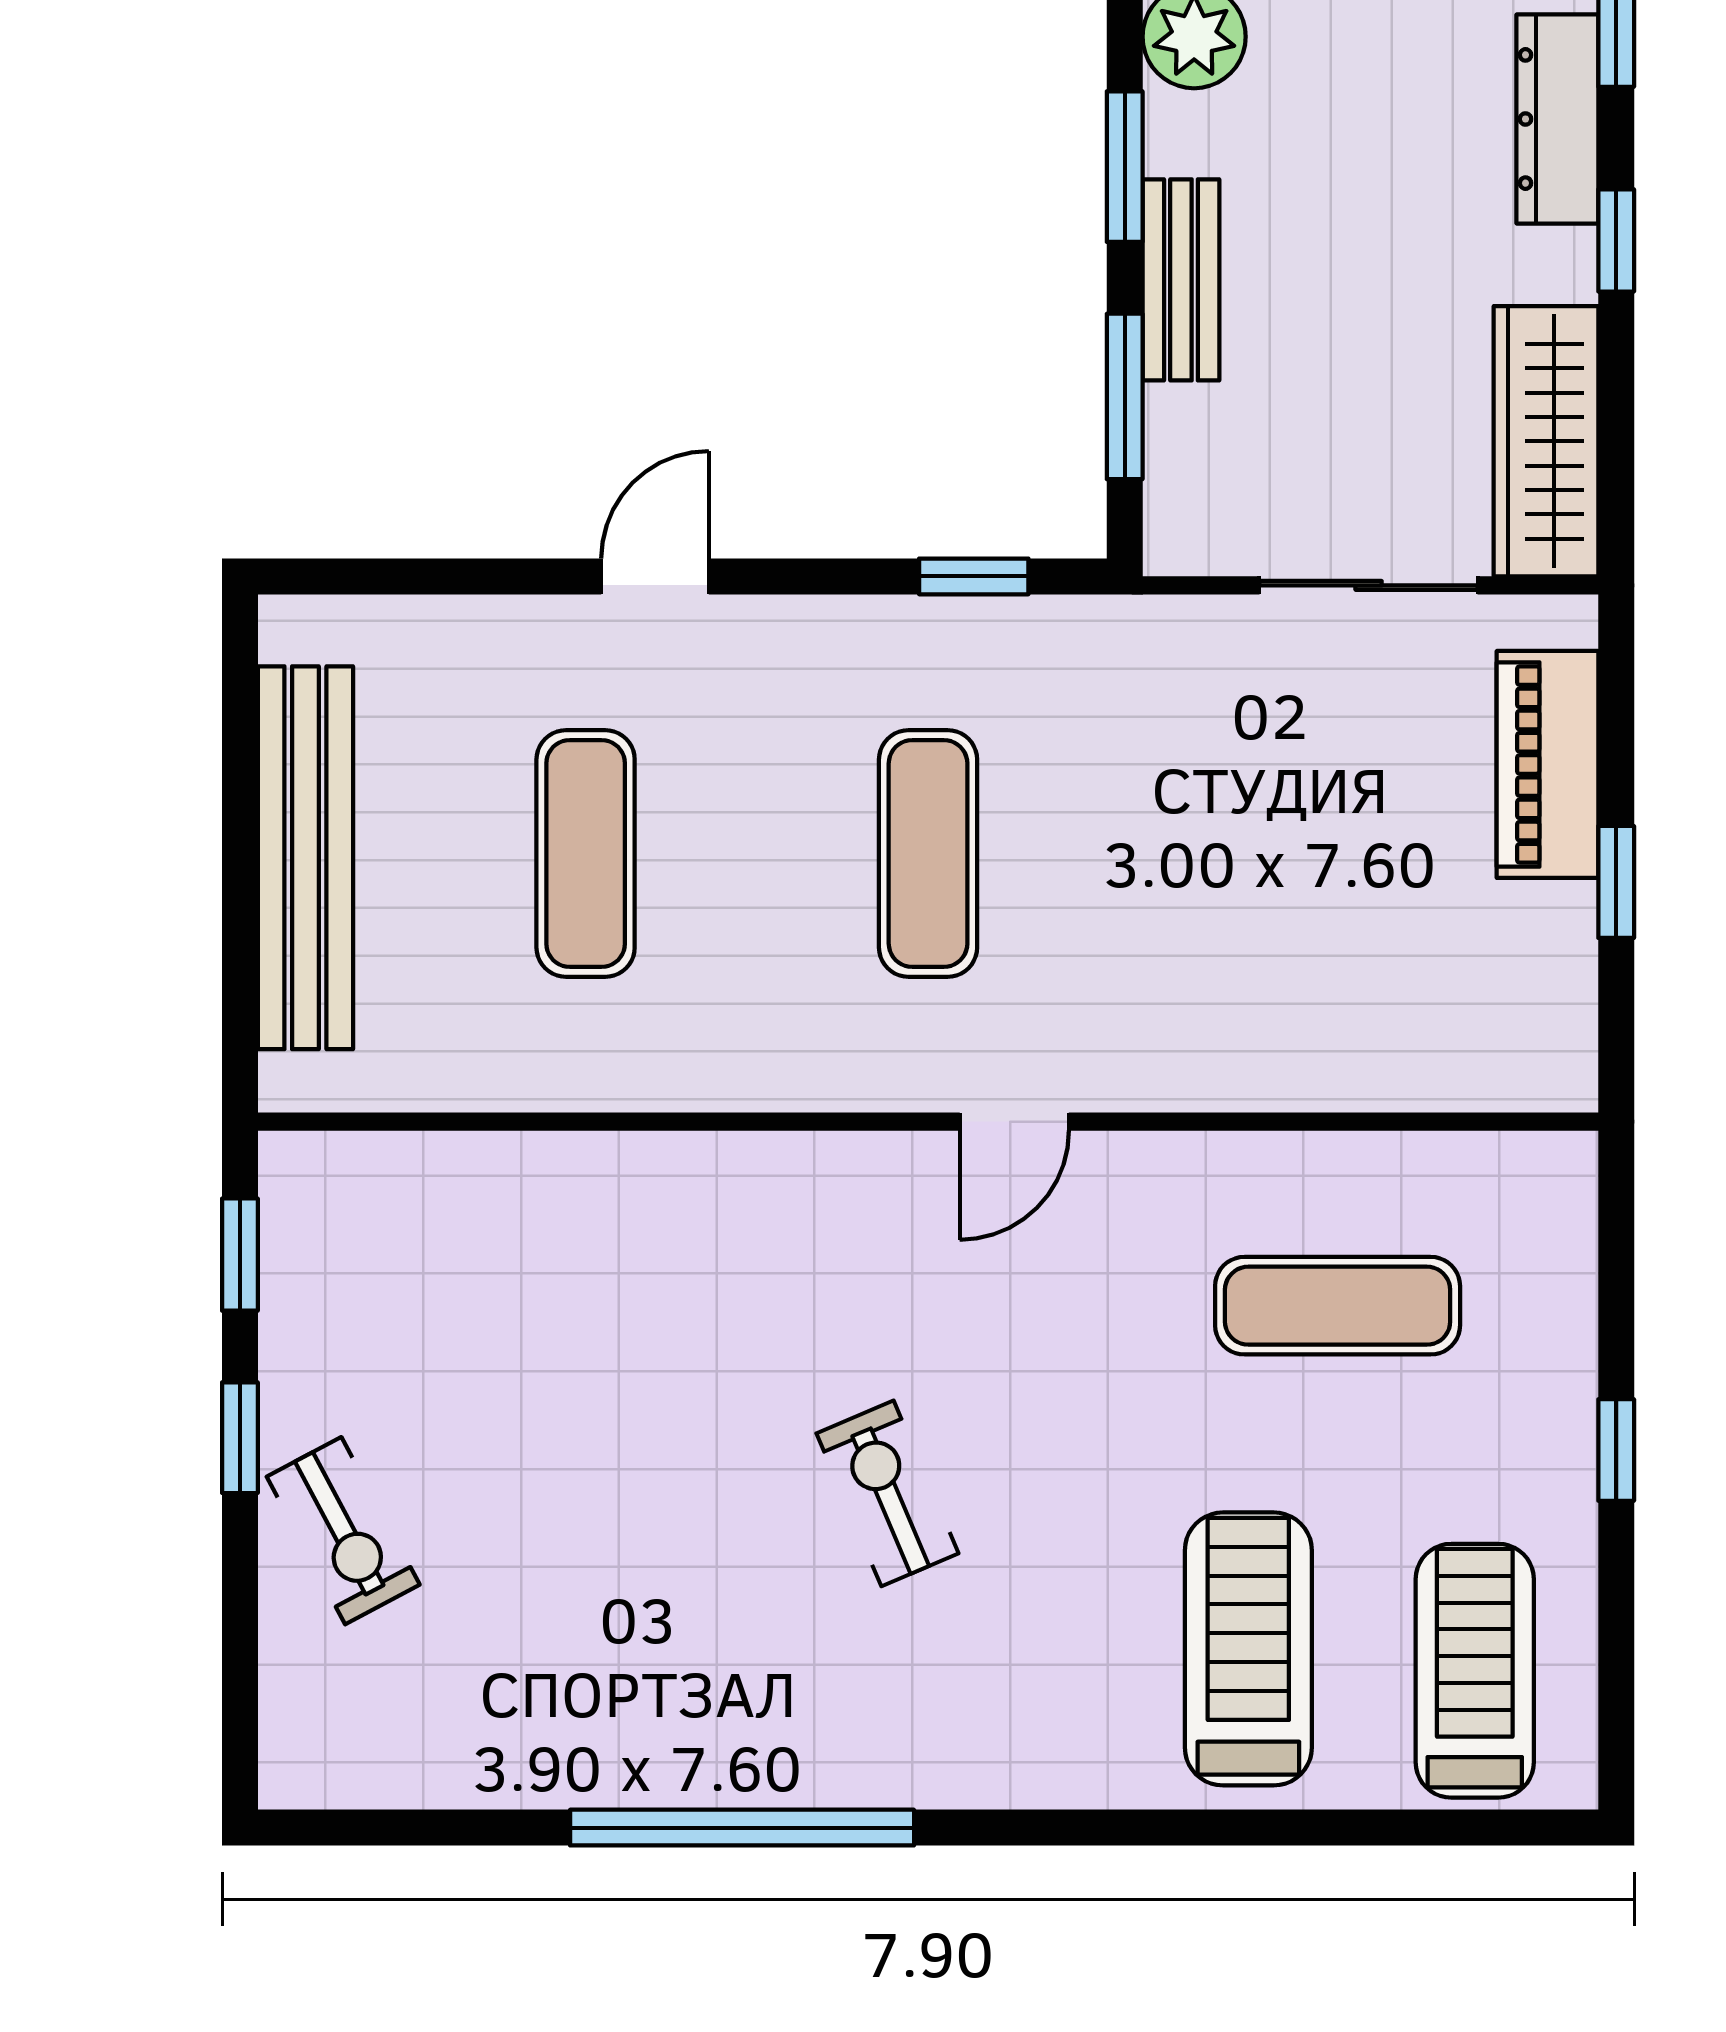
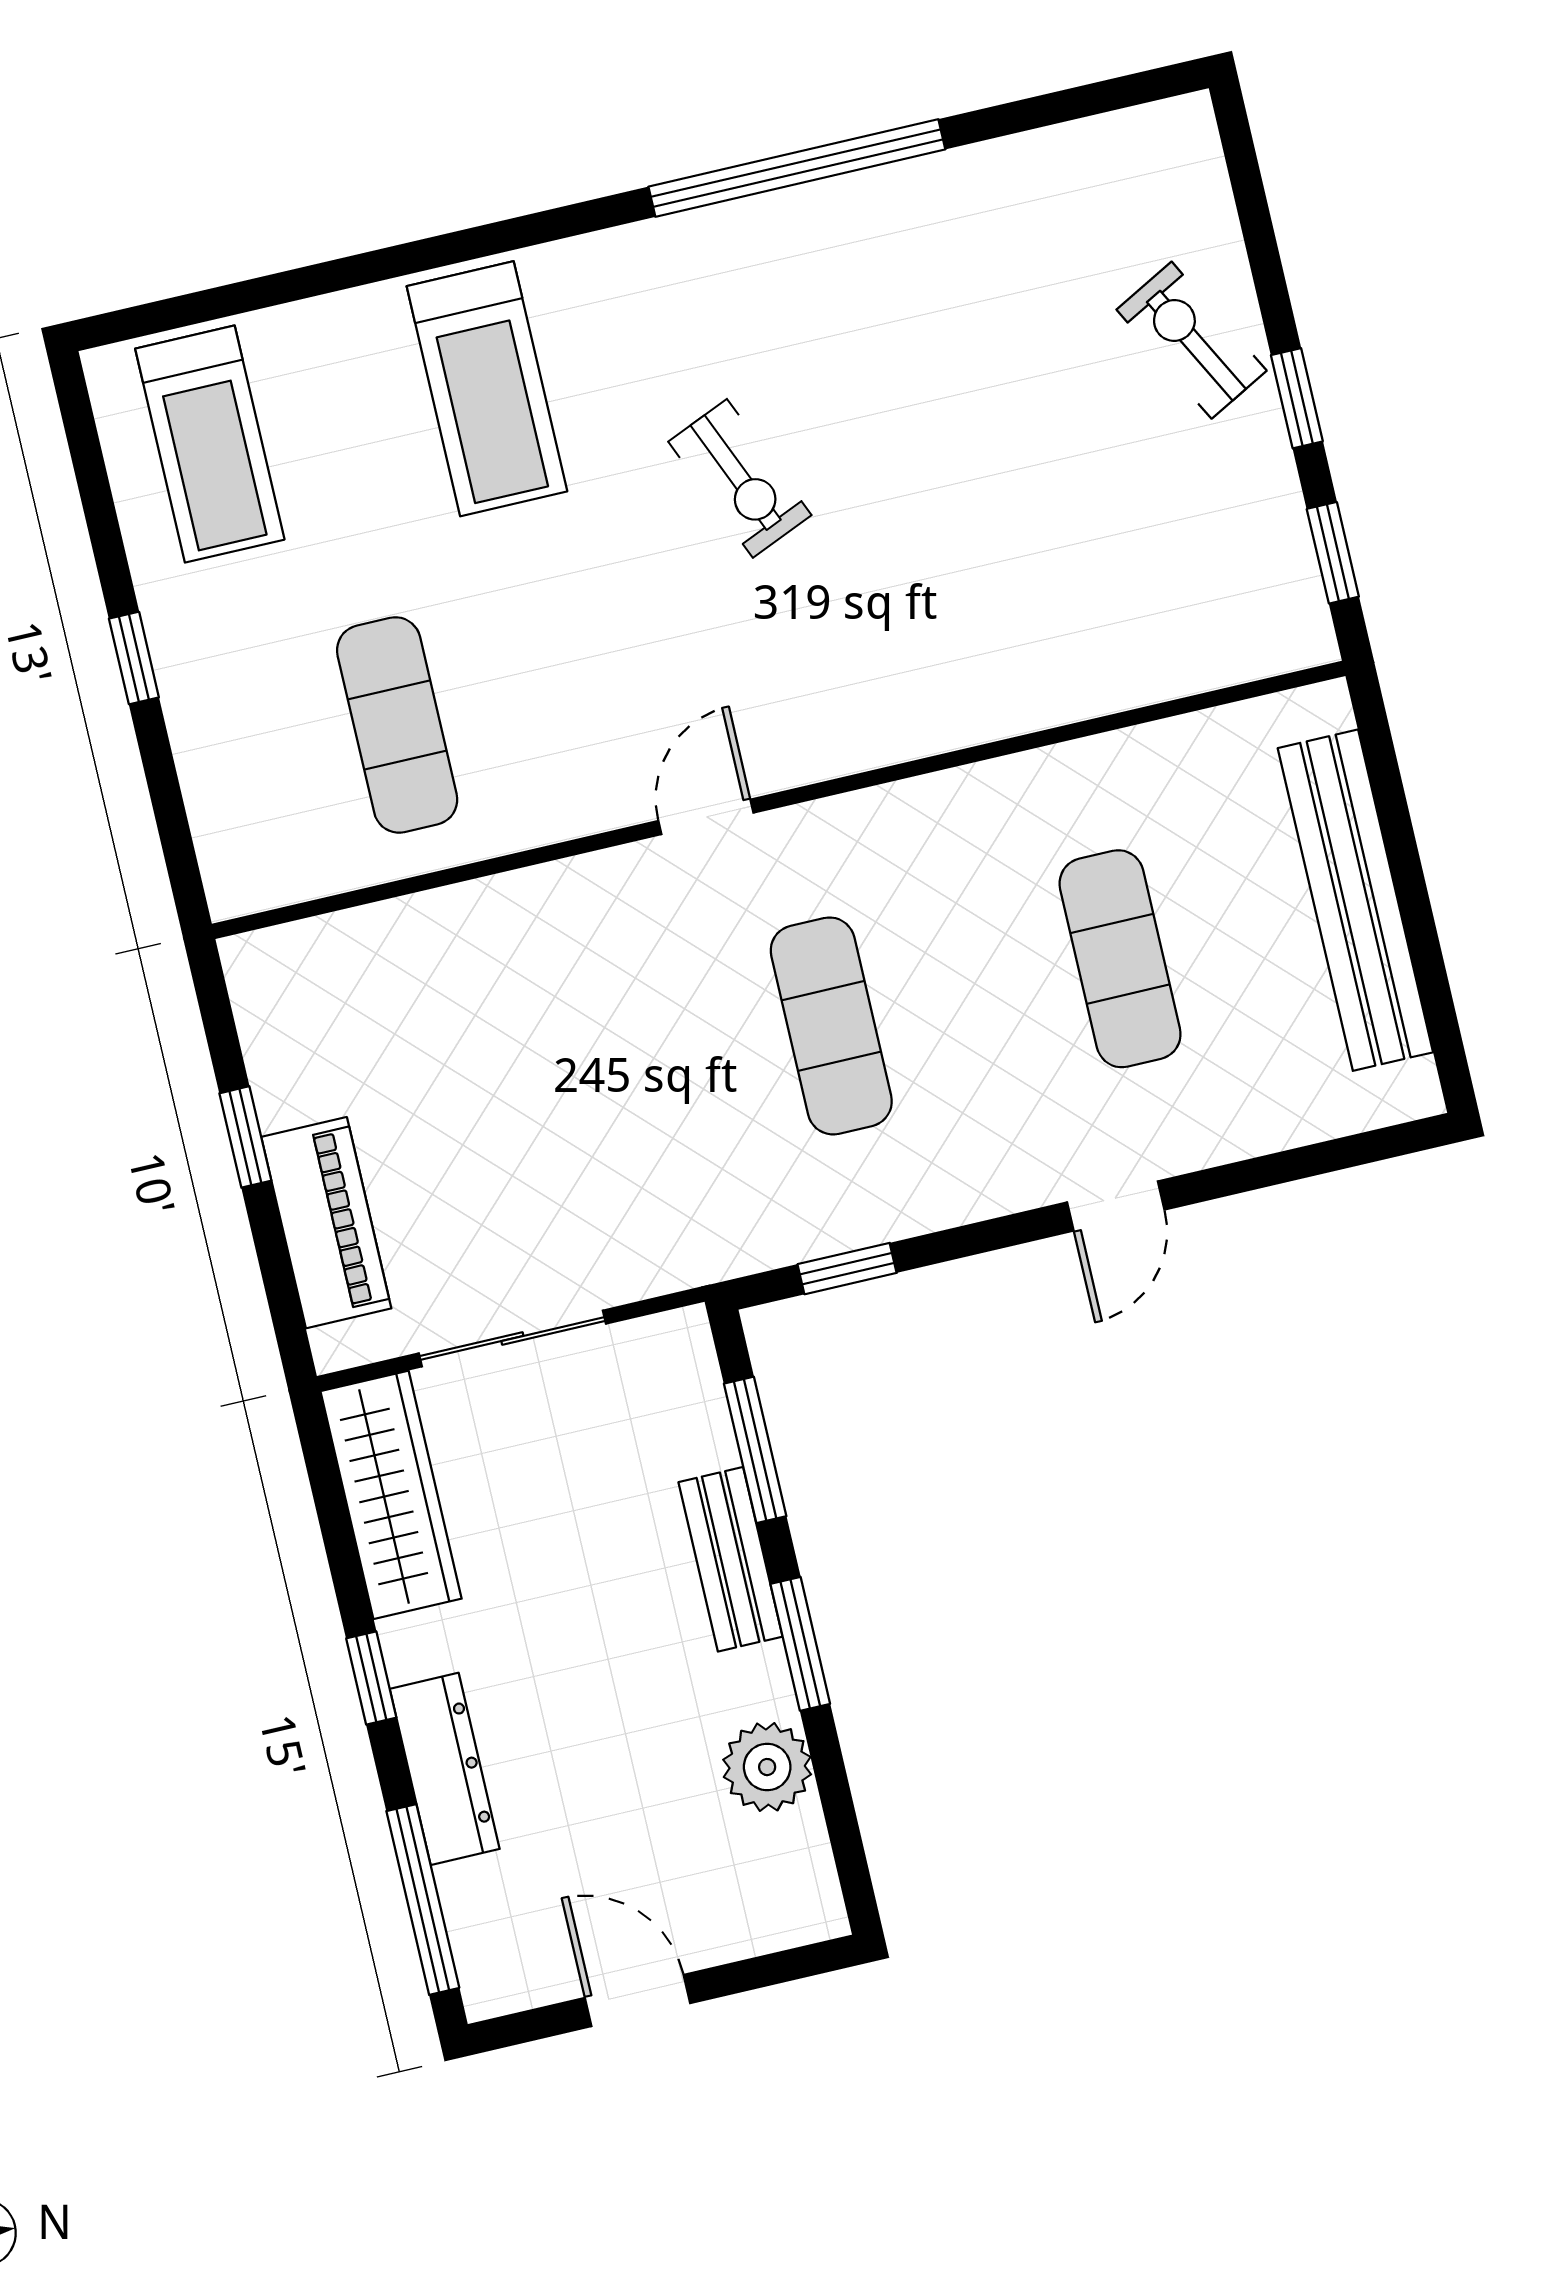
exercise mat: (1338, 1306) -> (397, 725), turned 90
treadmill: (1248, 1649) -> (487, 389), moved

